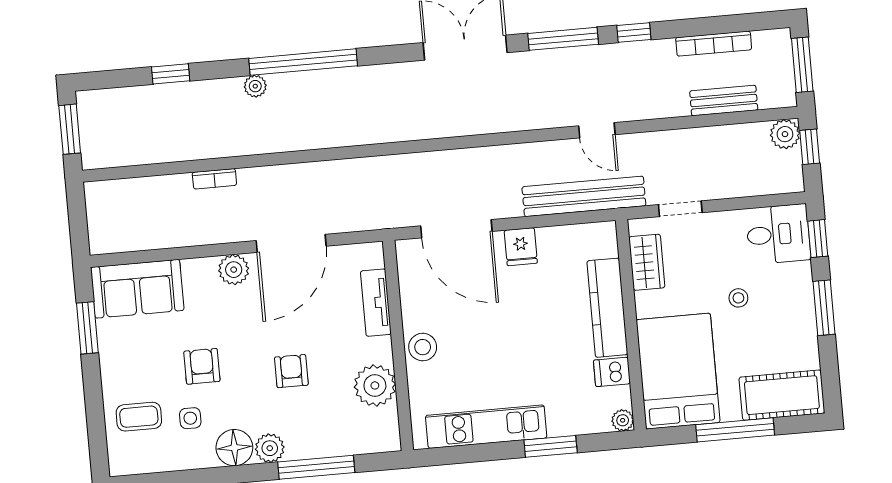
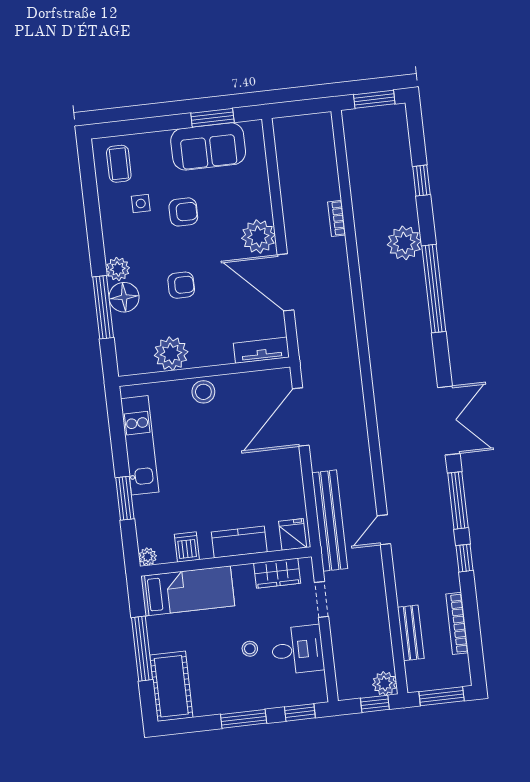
plant: (255, 86) -> (404, 243), width x1.88, depth x1.88
desk: (778, 234) -> (297, 650), moved, turned -90
fridge: (521, 247) -> (293, 534), moved, turned 90
plant: (234, 270) -> (258, 236), width x1.36, depth x1.36
sofa: (137, 289) -> (208, 146), moved, turned -90
tv unit: (376, 303) -> (261, 350), moved
kitchen counter: (607, 308) -> (239, 542), width x0.67
bed: (678, 371) -> (188, 591), width x0.67
coffee table: (139, 417) -> (119, 164), moved
floor lamp: (234, 448) -> (124, 297), moved

